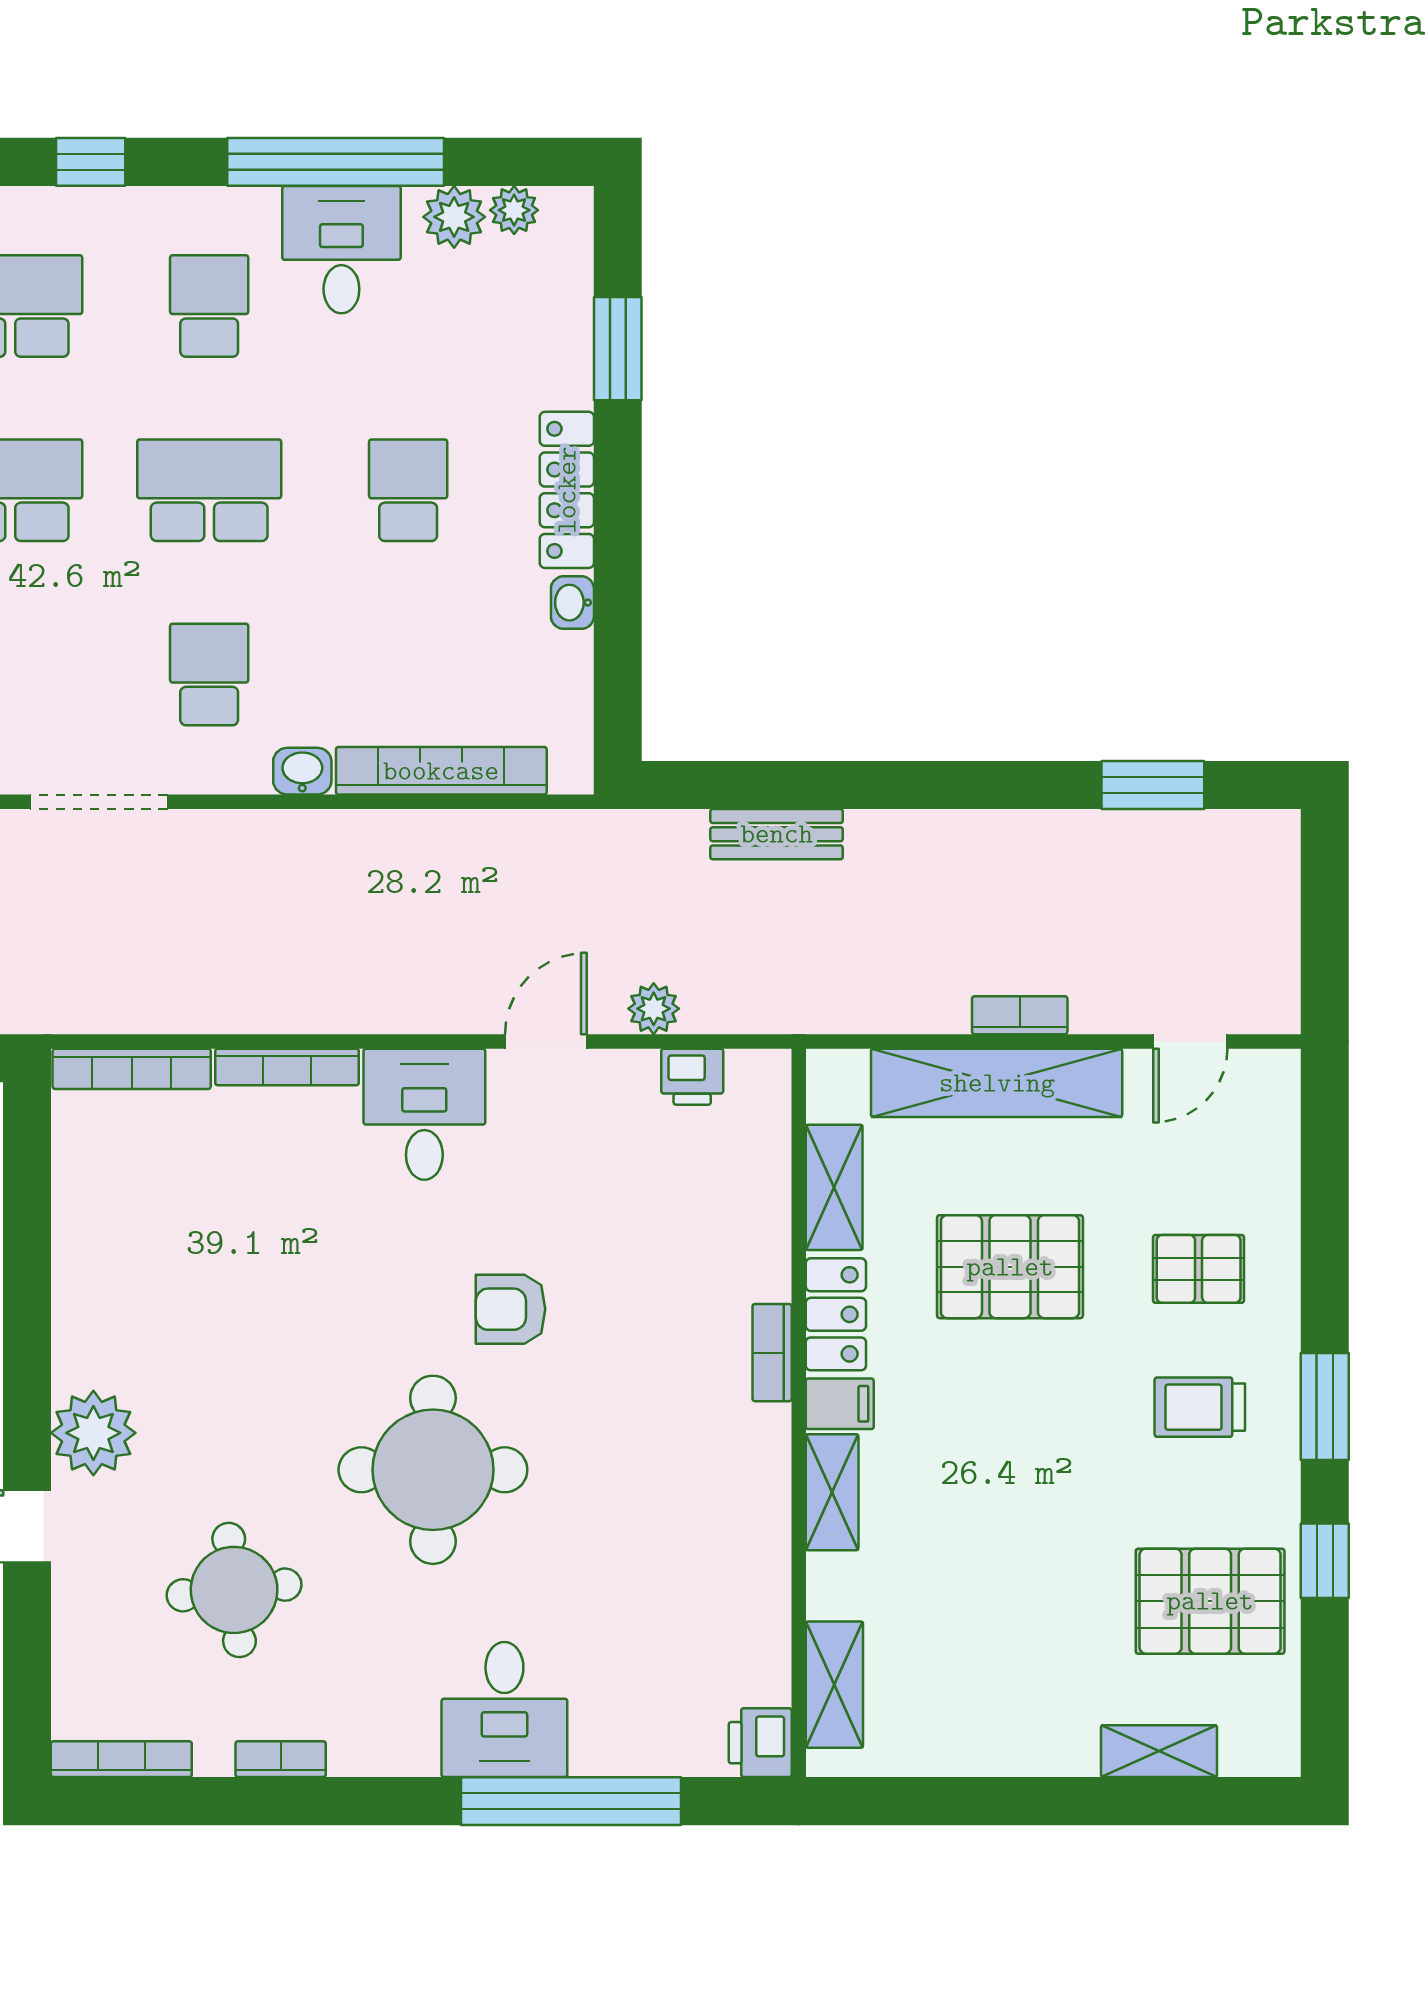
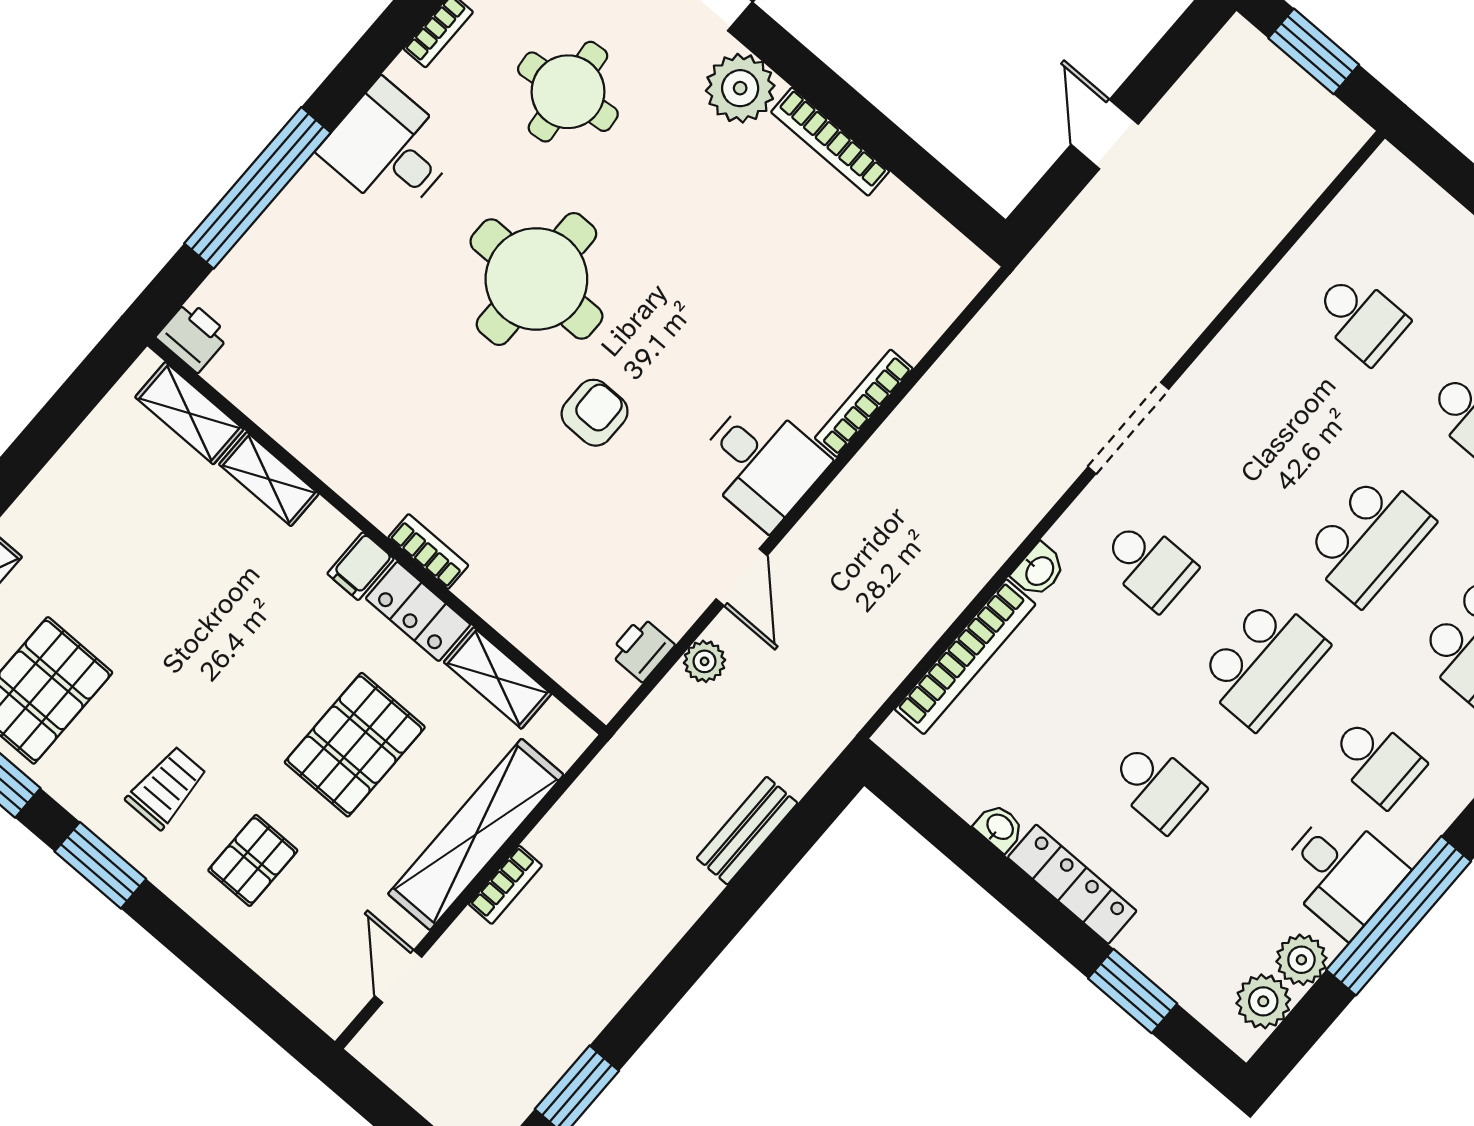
plant: (514, 210) -> (1263, 1001), width x1.38, depth x1.38
bookcase: (132, 1069) -> (830, 142), moved, turned -90
shelving: (832, 1492) -> (269, 479), moved
desk: (504, 1709) -> (390, 149), moved

